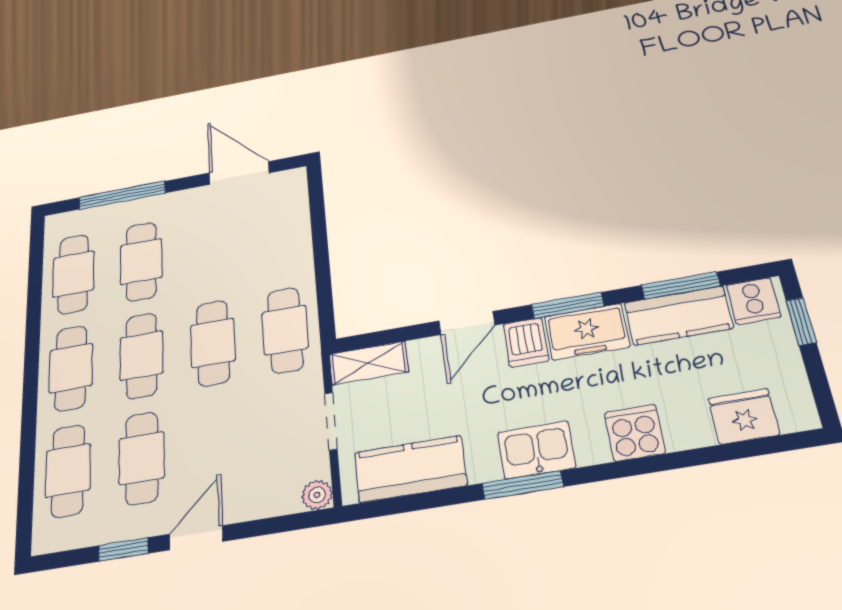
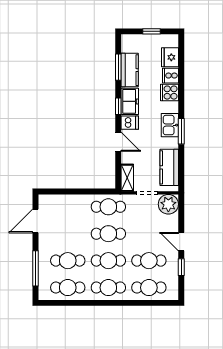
cooker: (753, 301) -> (170, 76), moved, turned 180
window: (568, 305) -> (118, 106), width x0.67
window: (801, 321) -> (152, 31), moved
plant: (317, 495) -> (168, 204), width x1.88, depth x1.88

